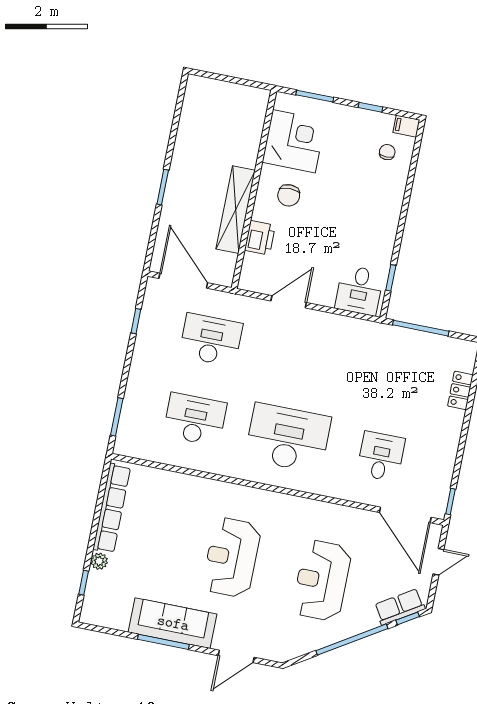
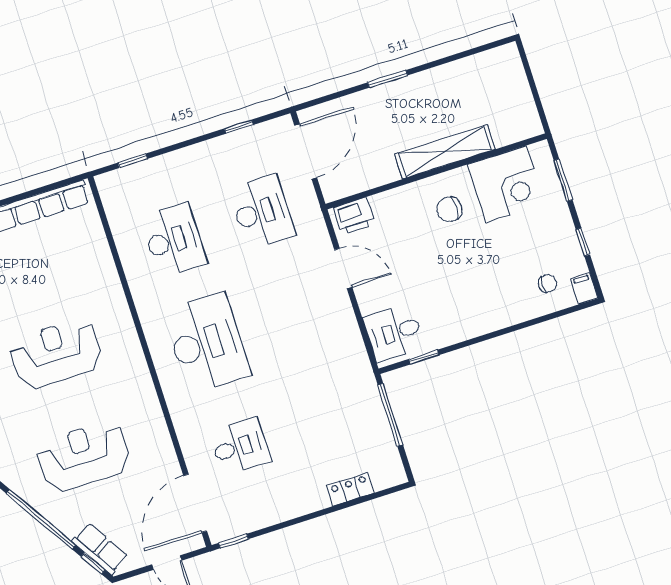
shelving: (236, 210) -> (445, 152), moved
printer: (260, 238) -> (354, 216), moved
window: (117, 417) -> (133, 161), width x0.67

